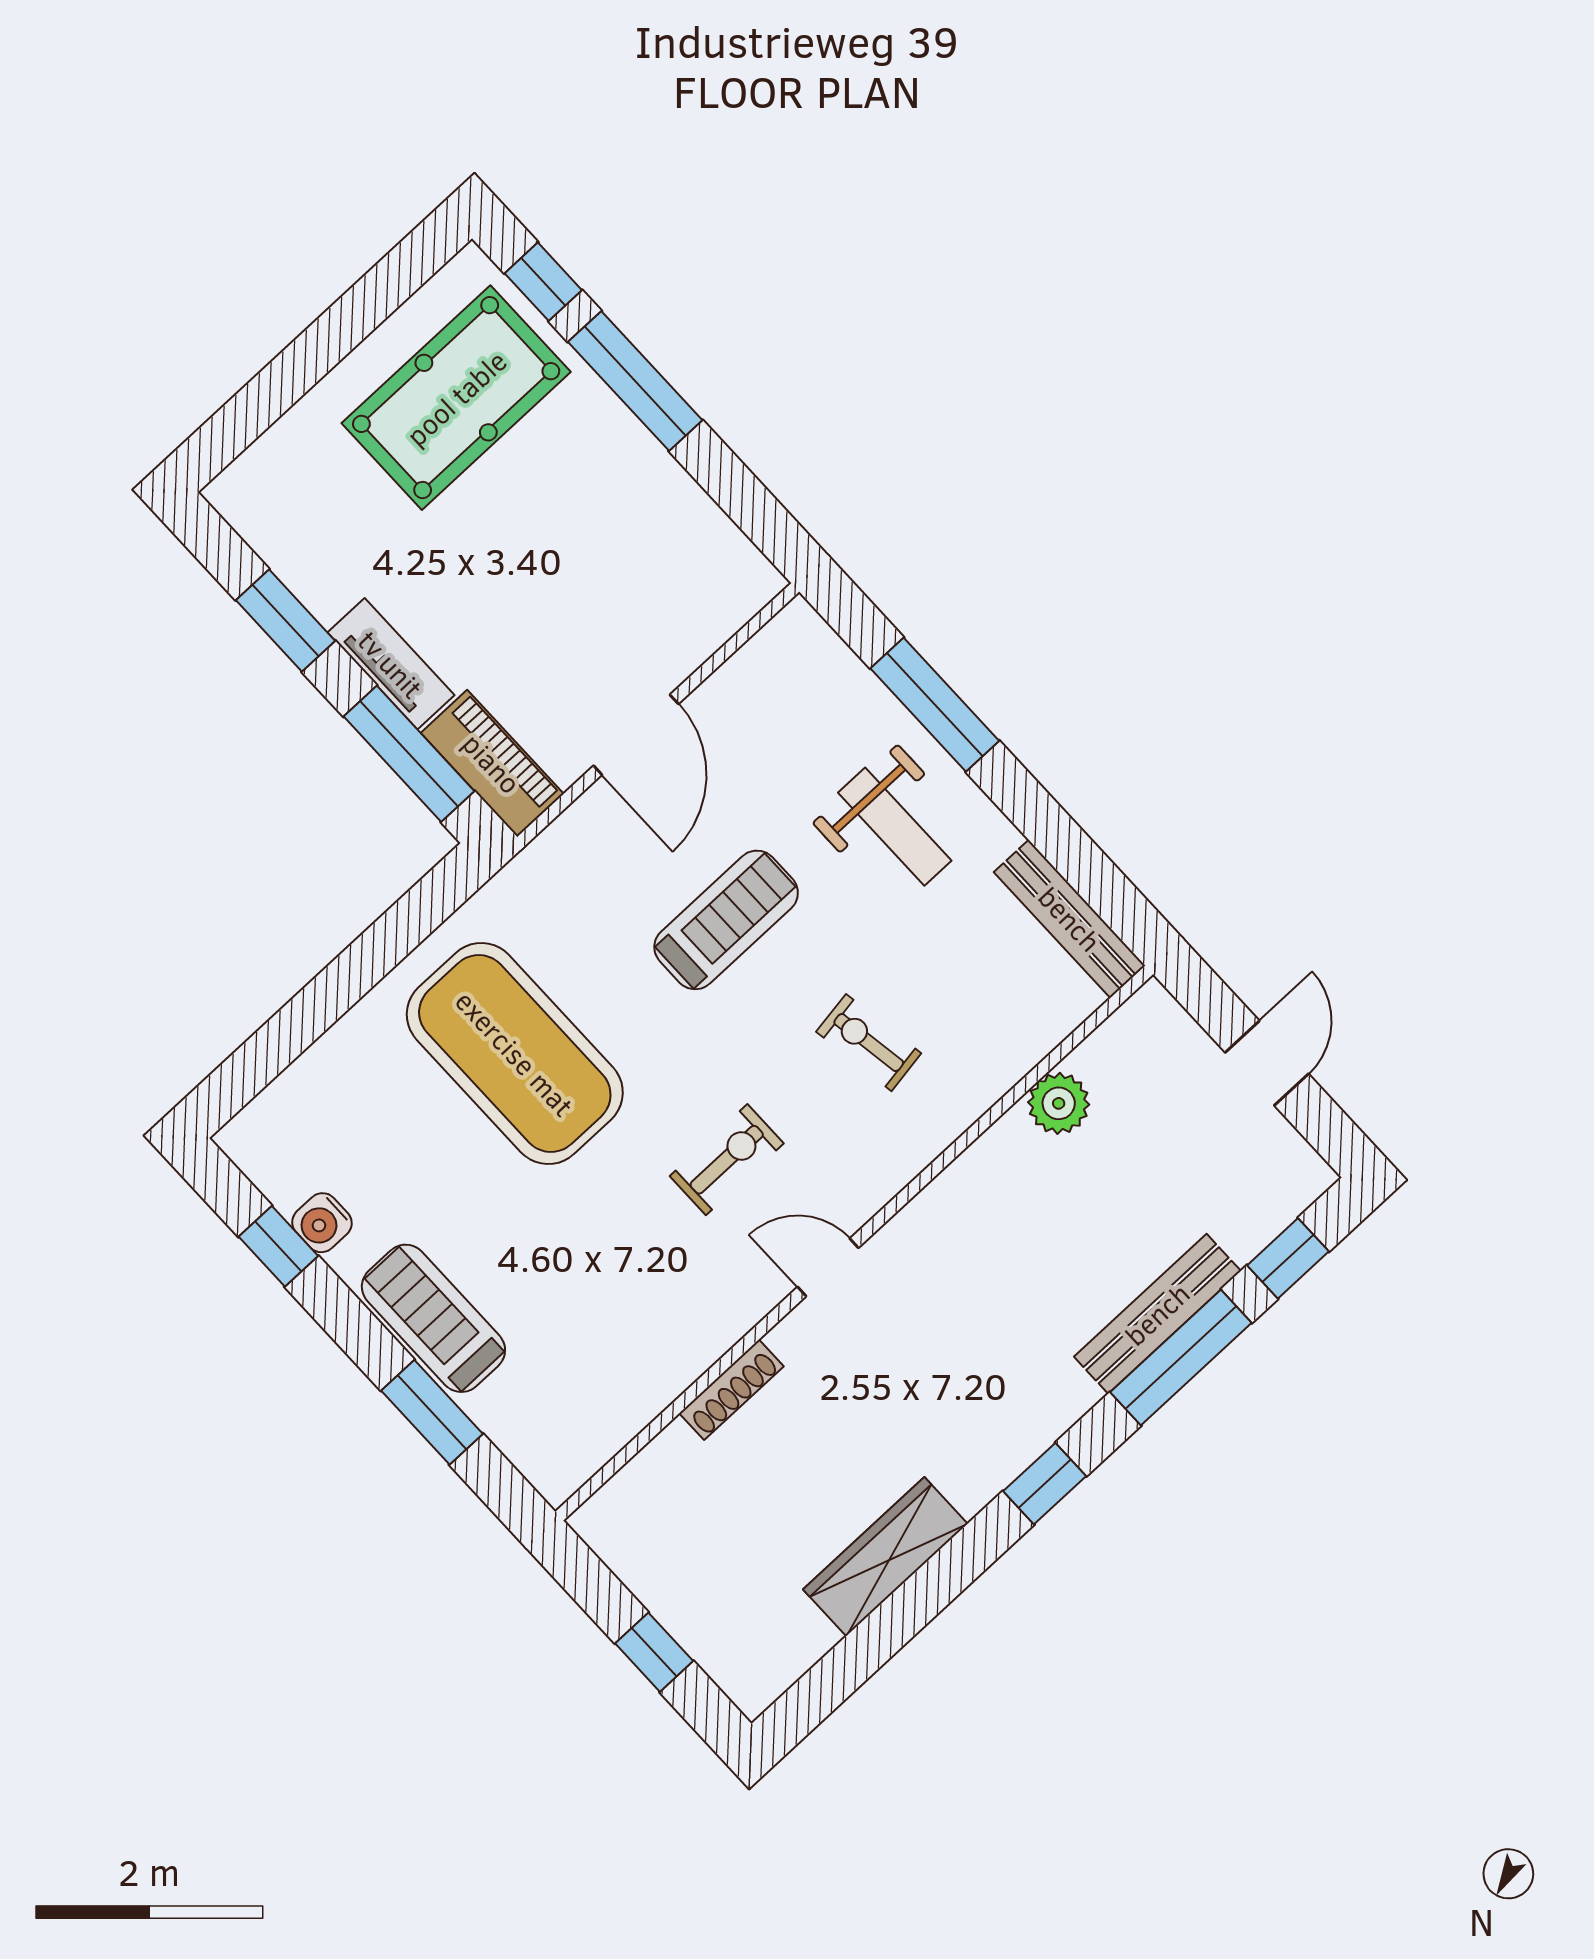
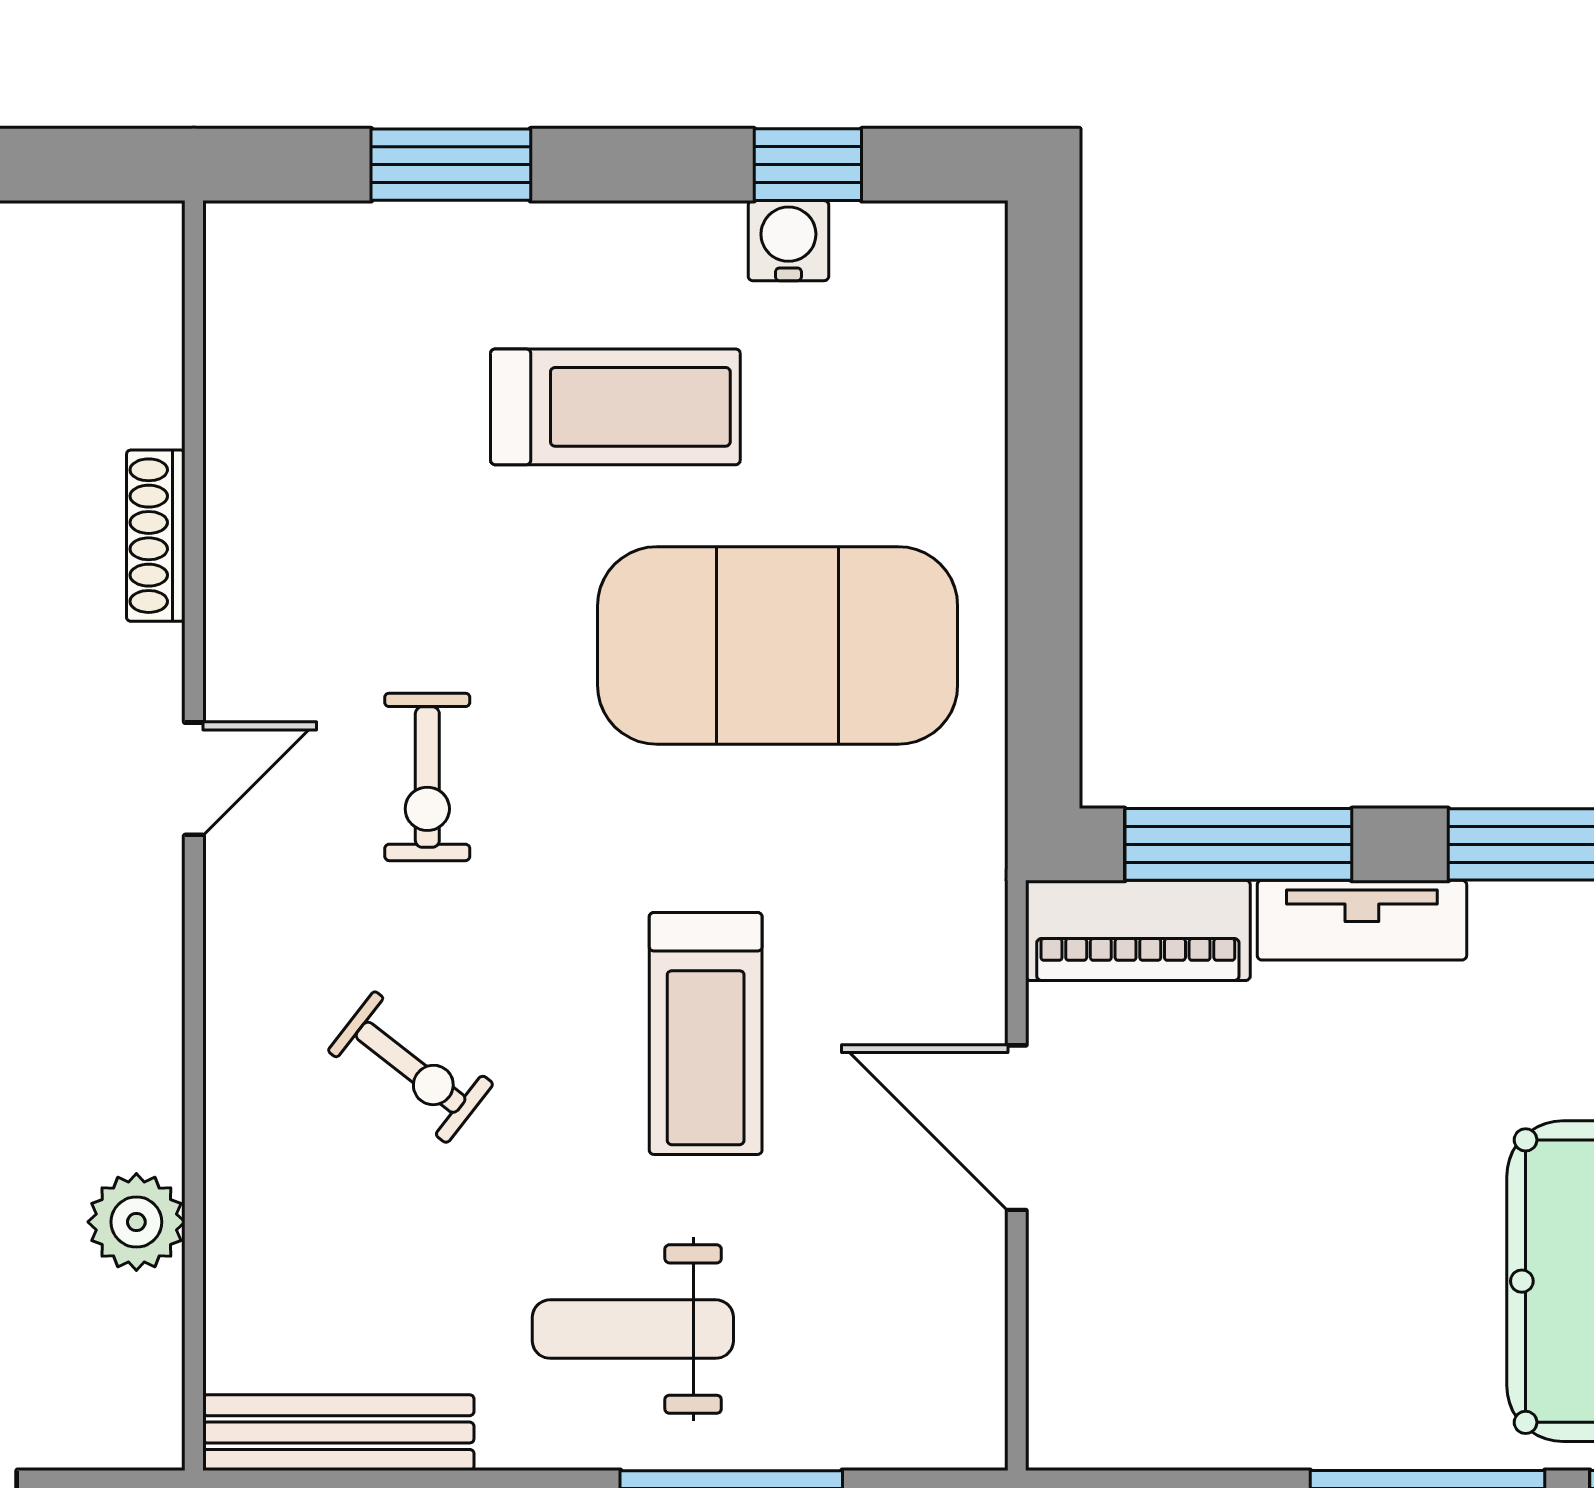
exercise bike: (869, 1043) -> (411, 1067), turned 47
treadmill: (433, 1318) -> (615, 407), moved

